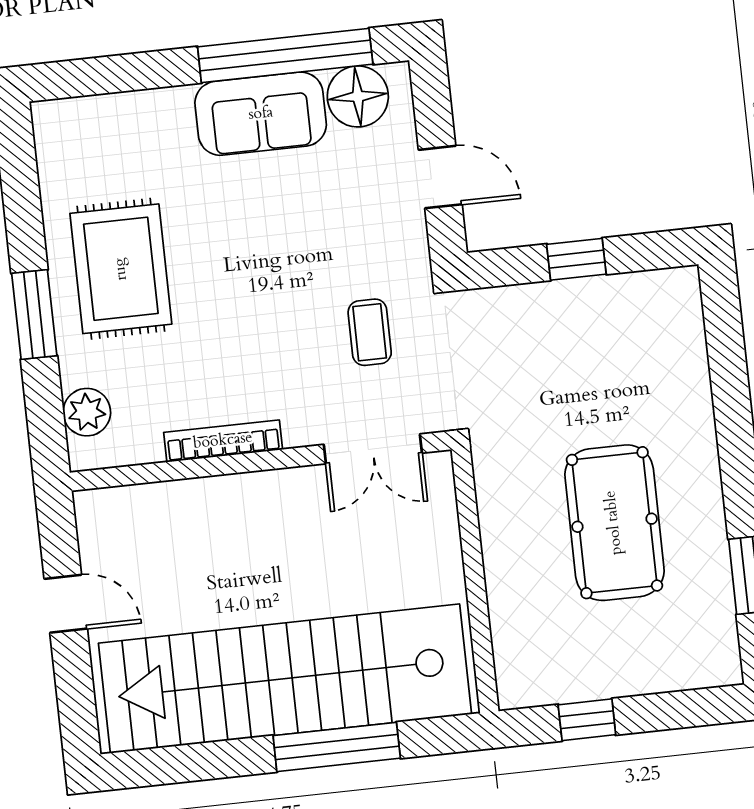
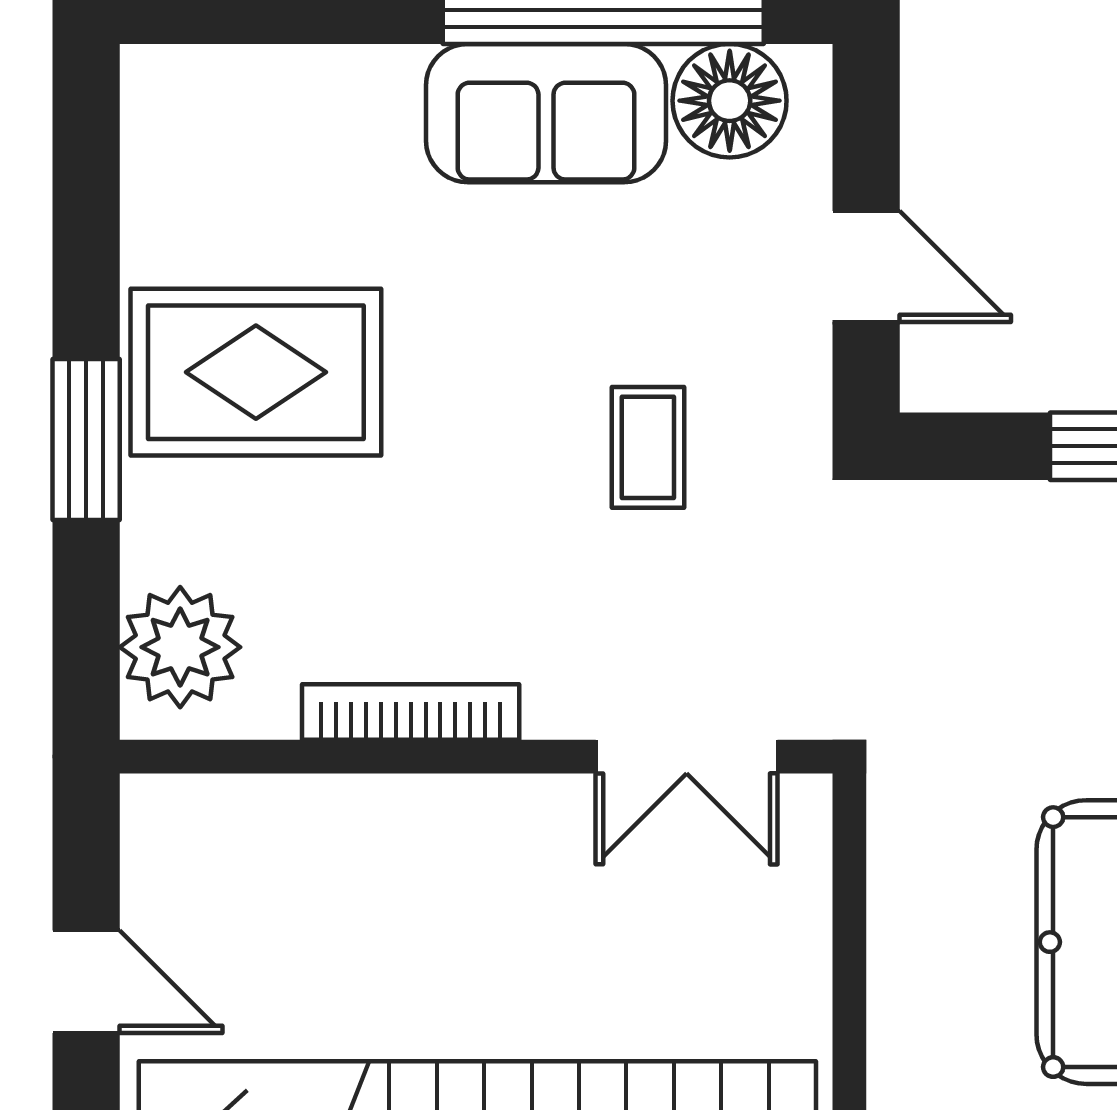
rug: (121, 269) -> (256, 372), turned 90
coffee table: (370, 332) -> (648, 447), moved
plant: (87, 412) -> (180, 647), width x1.36, depth x1.36

